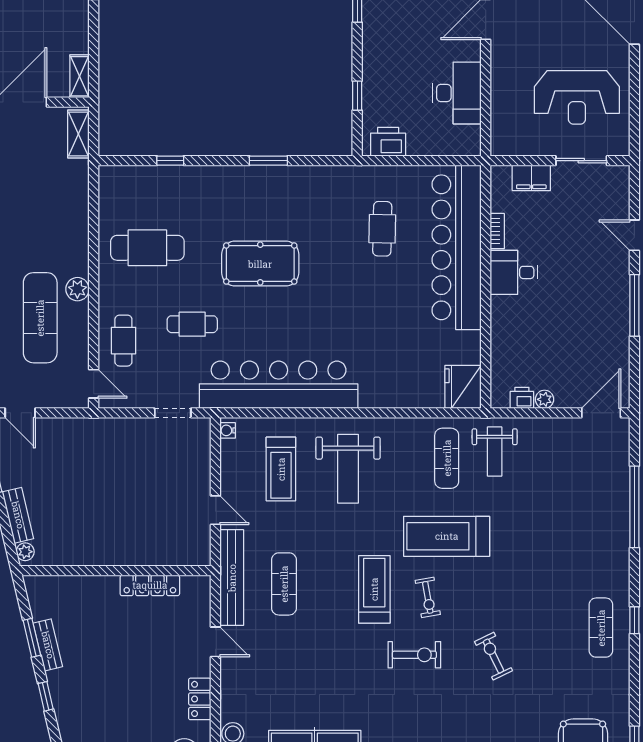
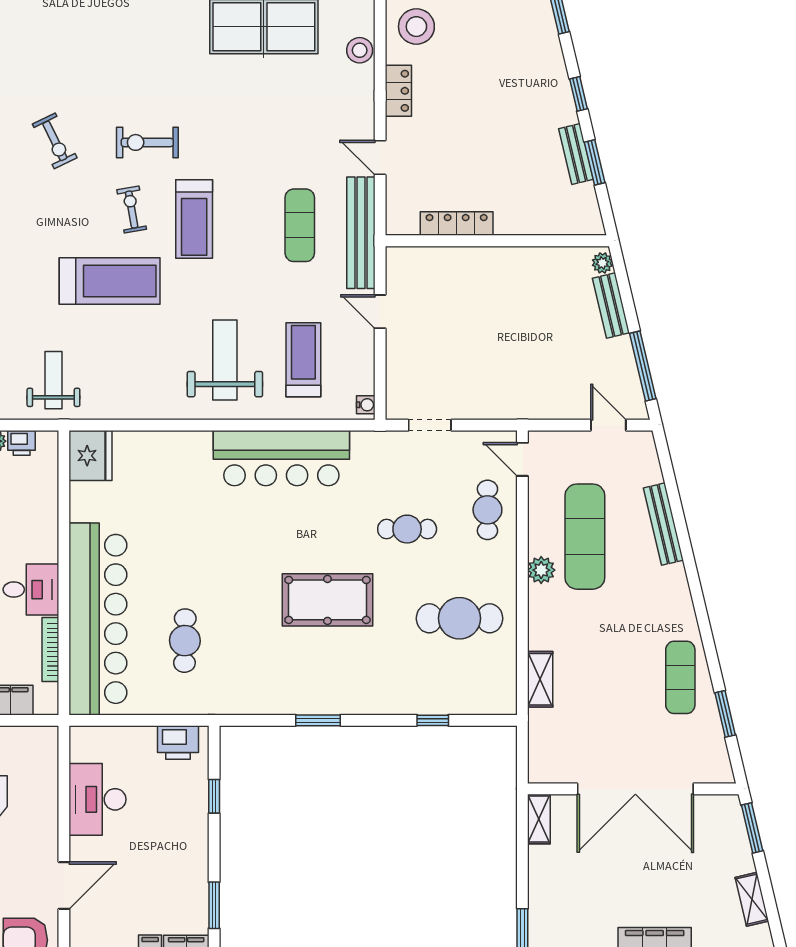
shelving: (78, 134) -> (540, 679), moved
bookcase: (497, 231) -> (50, 650), width x1.56
bar counter: (279, 385) -> (281, 458), width x0.73
exercise mat: (447, 458) -> (110, 372), removed

